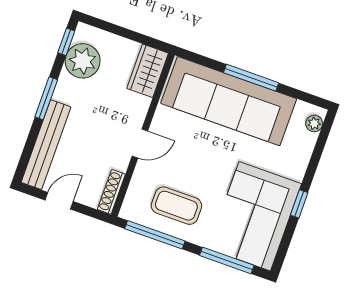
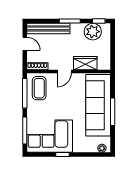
wardrobe: (148, 71) -> (85, 63), moved
door: (140, 144) -> (64, 71), hinge flipped
coffee table: (176, 206) -> (39, 88), moved

